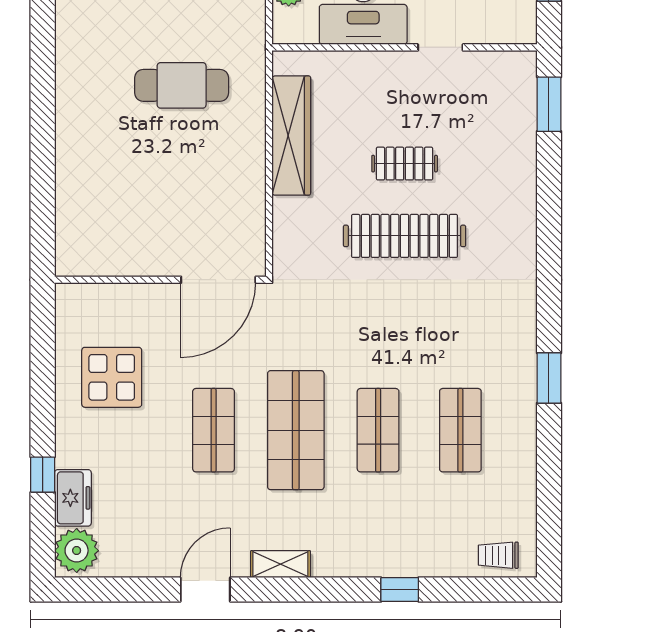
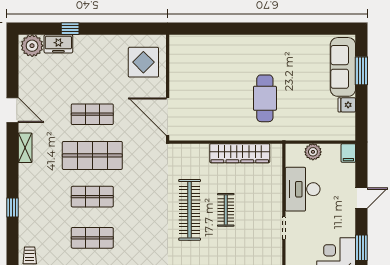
display table: (112, 377) -> (143, 62), moved

